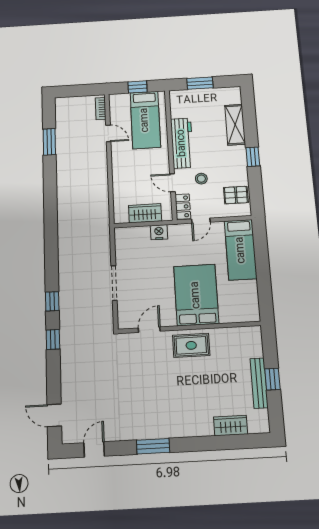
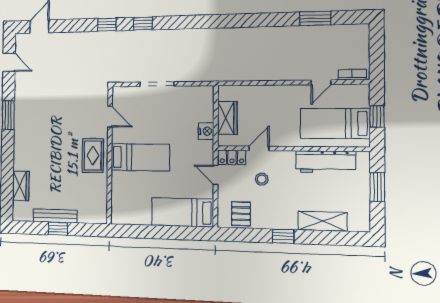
workbench: (182, 143) -> (326, 162), moved
bed: (196, 295) -> (140, 157), width x0.67

